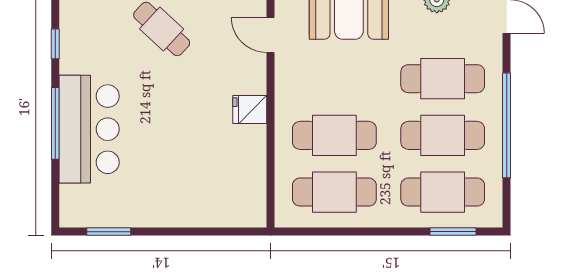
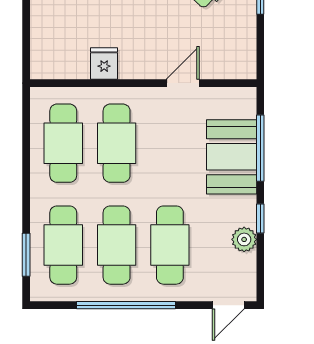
door: (271, 35) -> (183, 83), moved
fridge: (250, 109) -> (104, 64), moved

